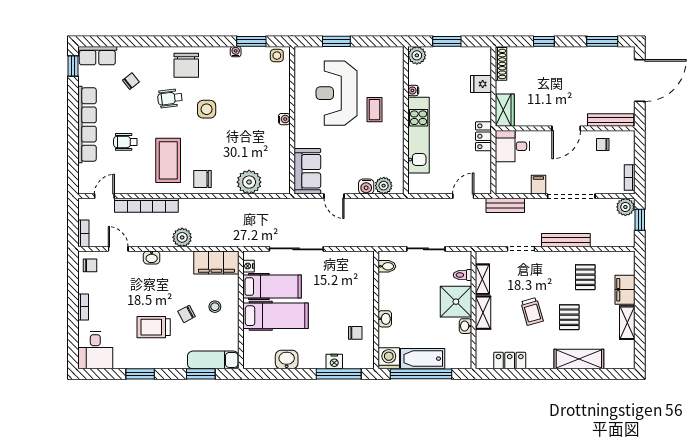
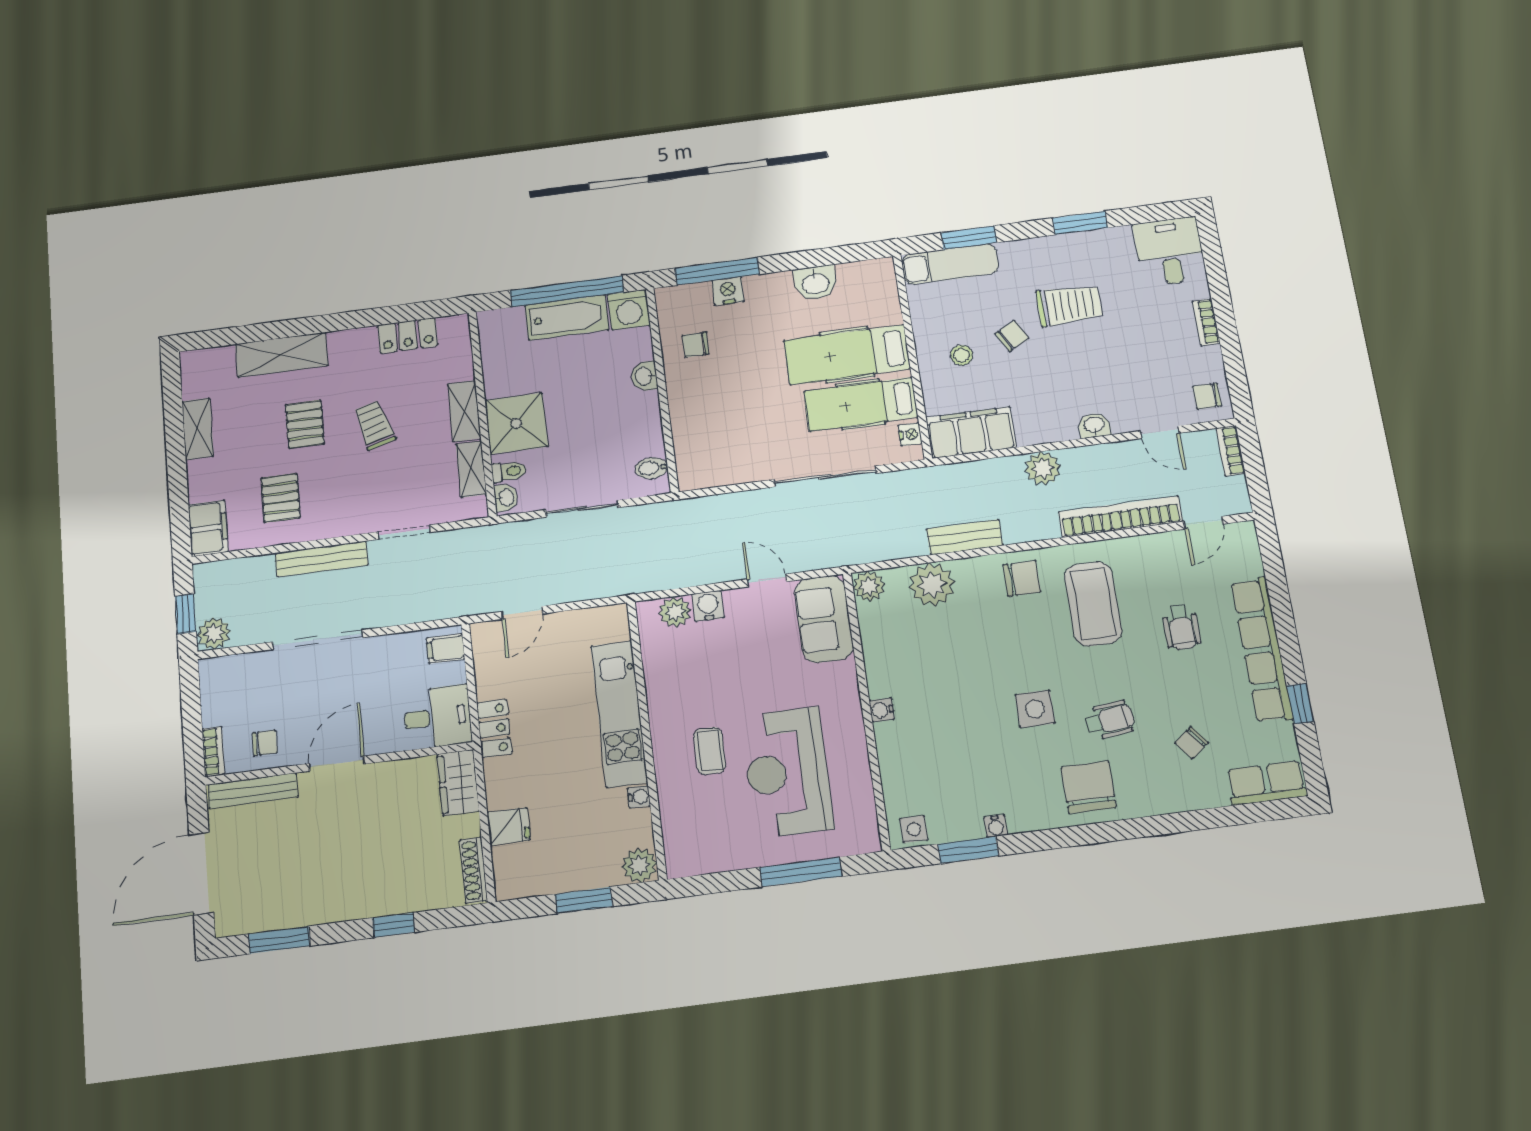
window: (336, 41) -> (801, 872), width x1.44
window: (73, 66) -> (1300, 704), moved
reception desk: (337, 93) -> (787, 772), turned 180
wheelchair: (125, 142) -> (1181, 627), turned 90
bookcase: (630, 177) -> (213, 752), moved
filing cabinet: (538, 185) -> (446, 648), moved, turned 90
plant: (282, 186) -> (869, 586), added
bench: (505, 205) -> (965, 537), moved
filing cabinet: (625, 290) -> (208, 528), moved
washbasin: (465, 326) -> (506, 498), moved

